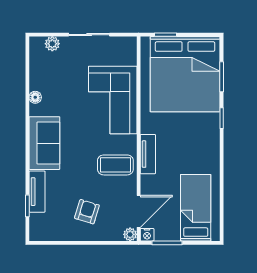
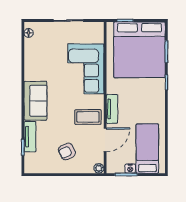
plant: (52, 44) -> (41, 27), removed
floor lamp: (35, 97) -> (29, 33), moved
door: (139, 211) -> (105, 140), moved
armchair: (87, 212) -> (67, 152), turned -132
nightstand: (147, 235) -> (130, 169), moved

